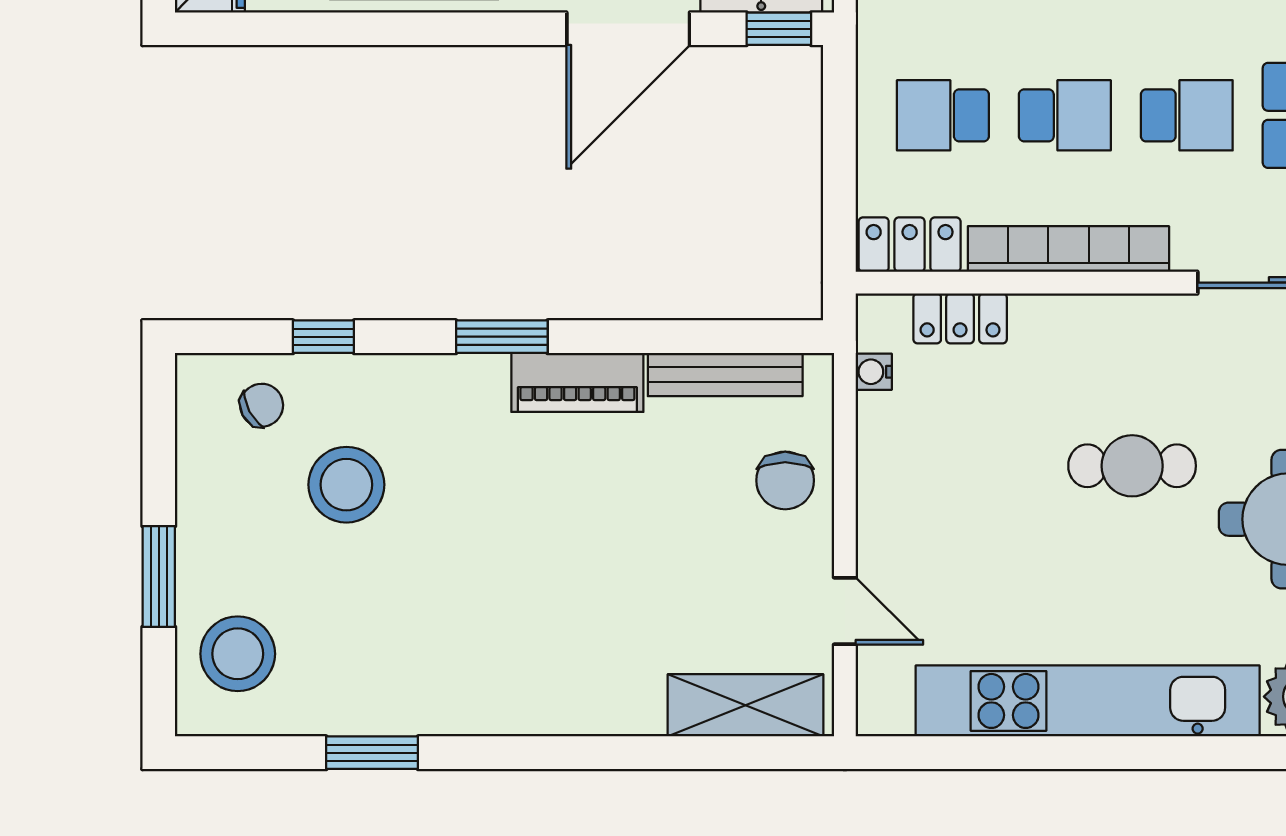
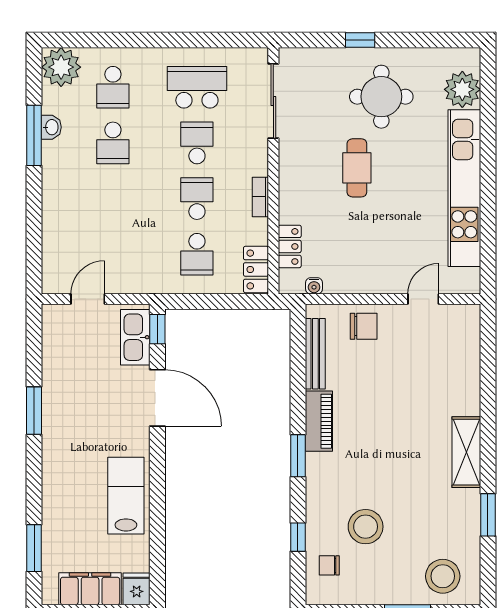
bookcase: (1068, 249) -> (260, 197), width x0.43, depth x0.76
chair: (262, 405) -> (329, 565), turned -62
shelving: (746, 705) -> (466, 452), moved

